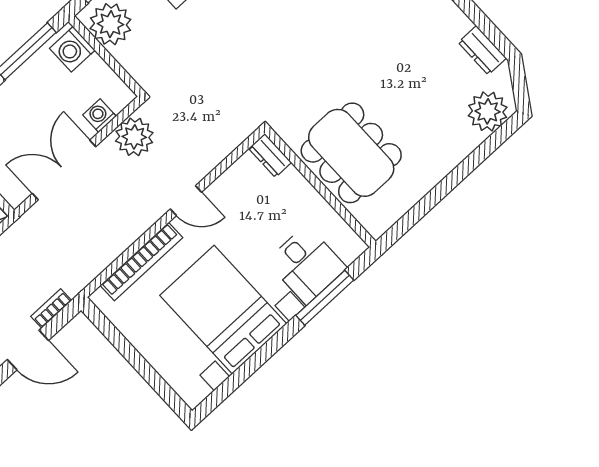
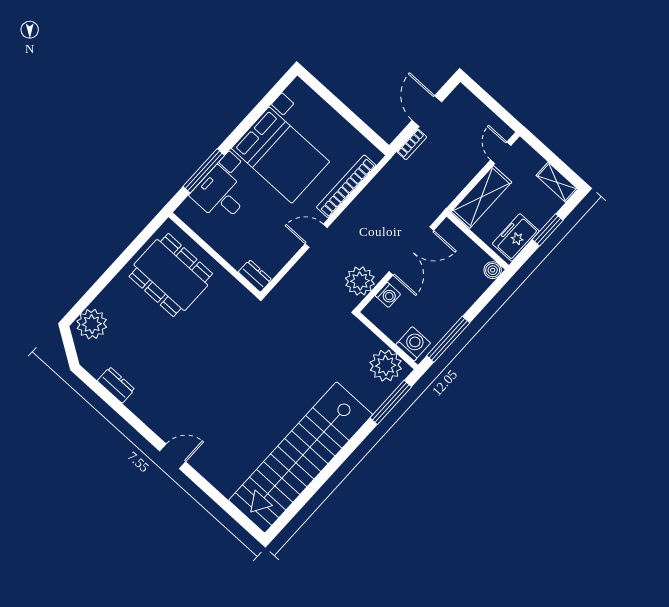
dresser: (482, 50) -> (116, 385), moved
dining table: (351, 153) -> (171, 275), moved
door: (28, 350) -> (427, 111), hinge flipped

